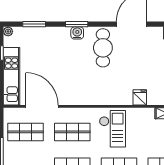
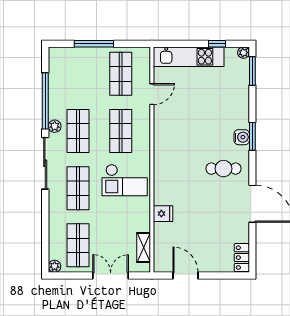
window: (34, 24) -> (252, 71), moved
cafe table: (103, 48) -> (223, 169), width x0.73, depth x0.74
door: (42, 106) -> (152, 94), width x0.53

